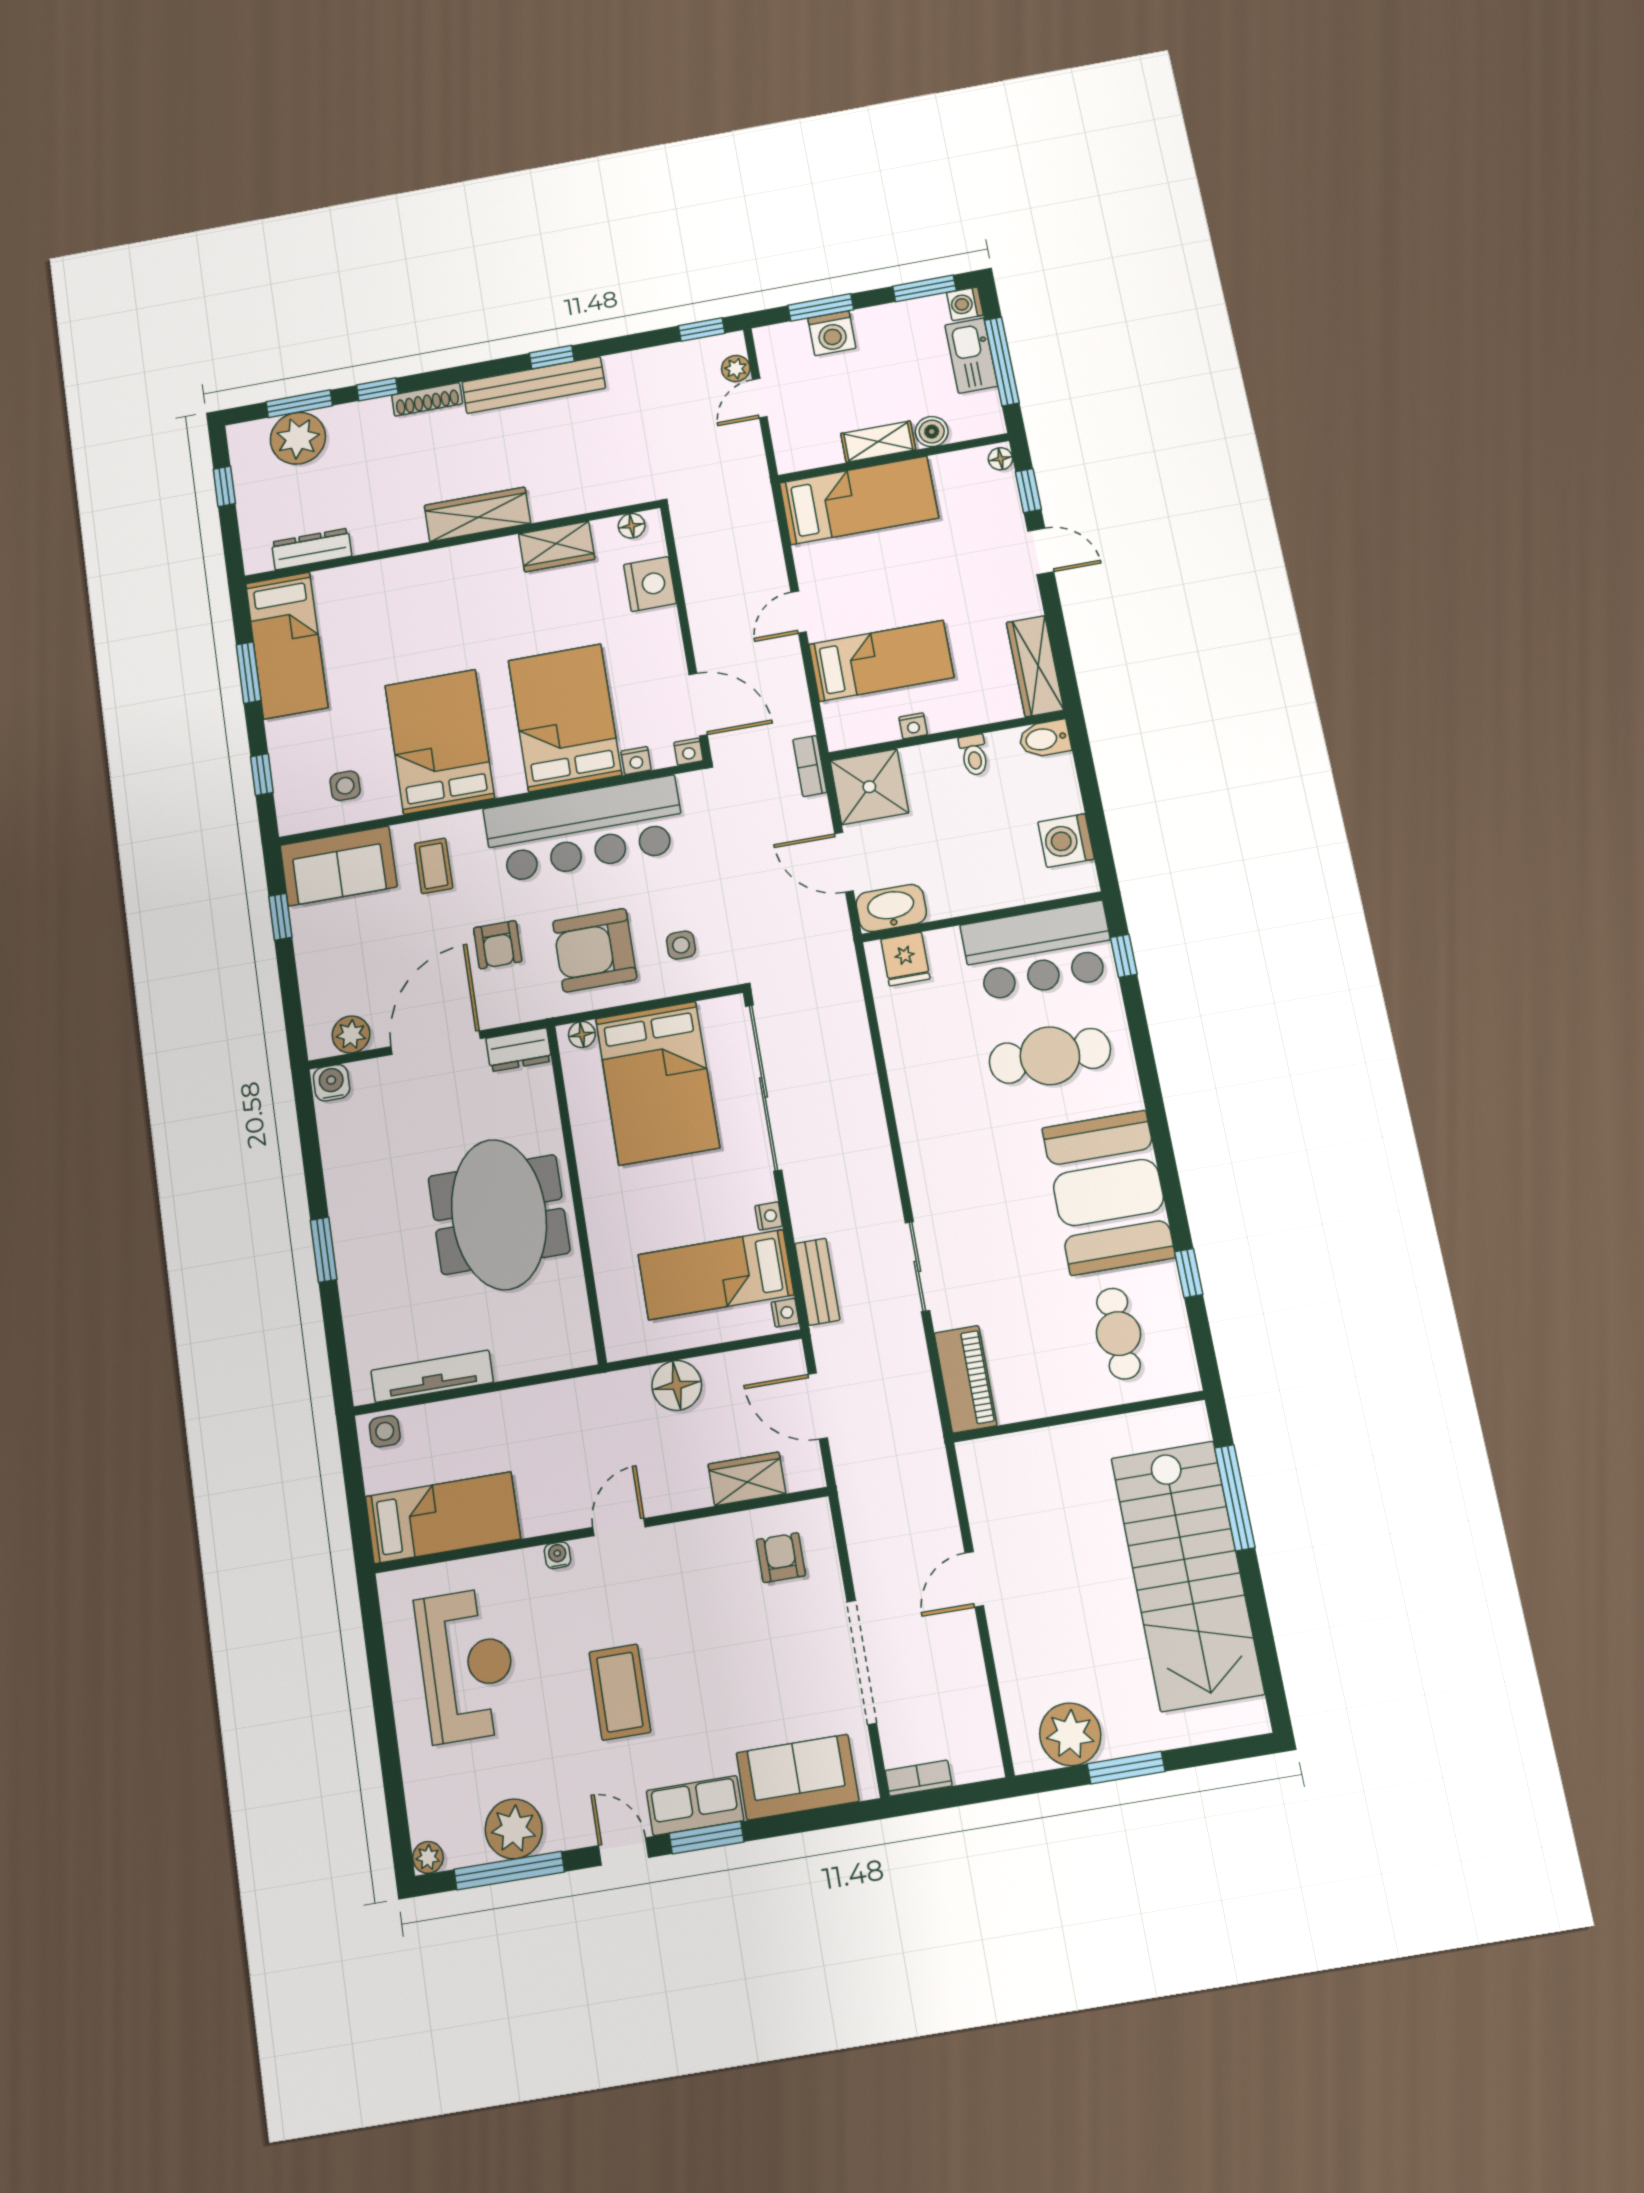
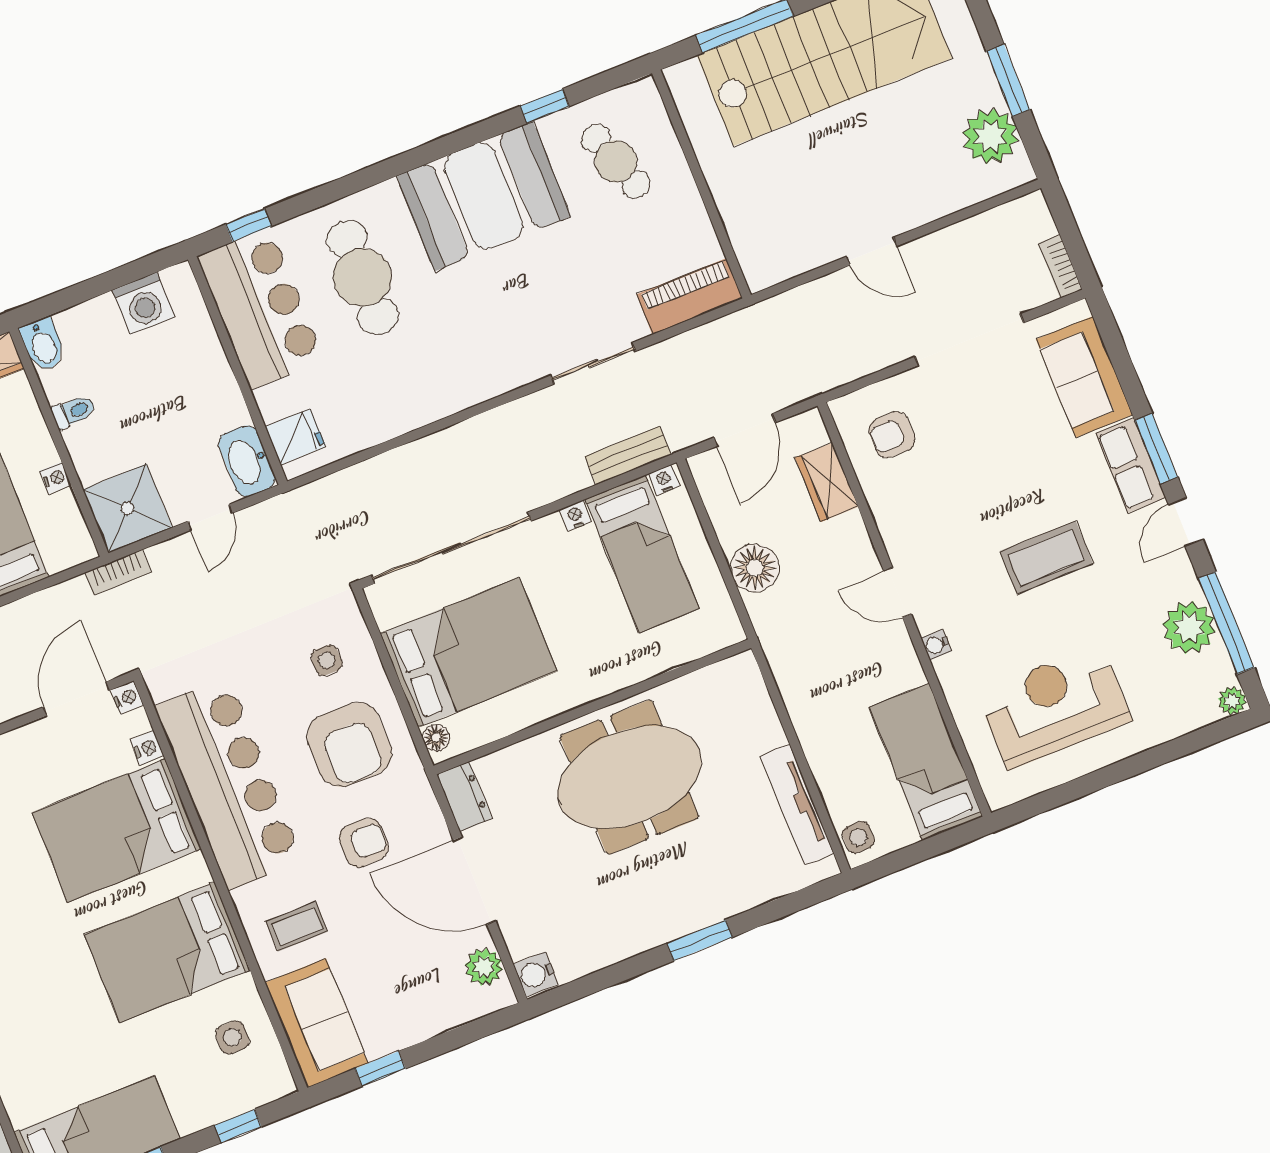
door: (844, 862) -> (210, 517), width x0.73
cafe table: (1118, 1334) -> (616, 161), turned 71

